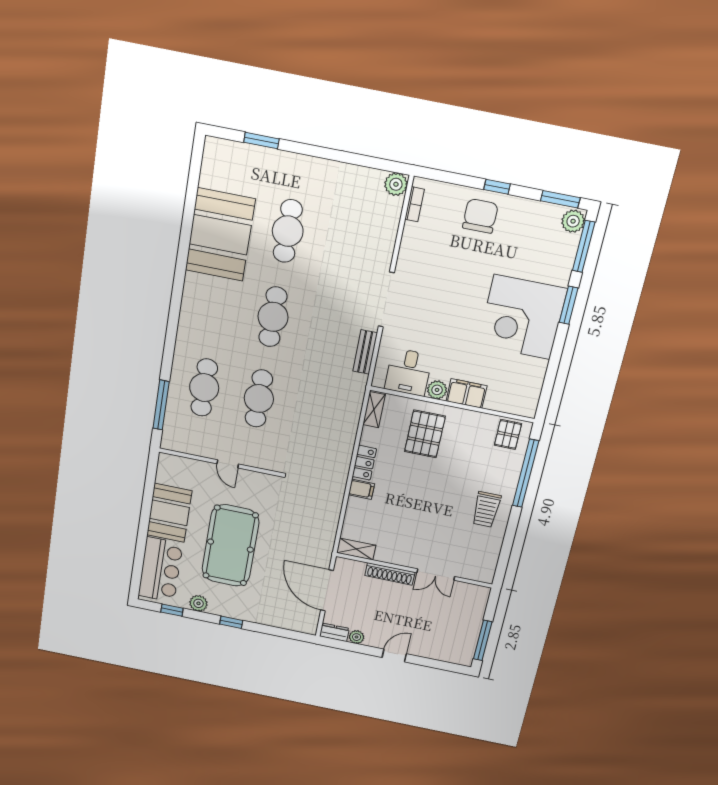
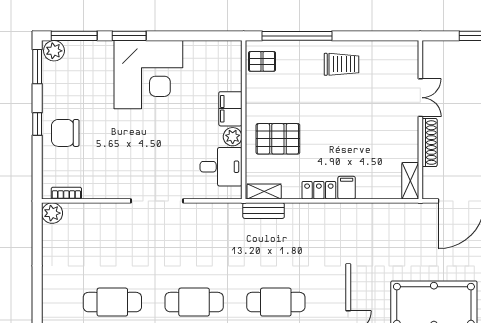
bench: (365, 352) -> (264, 211), moved

